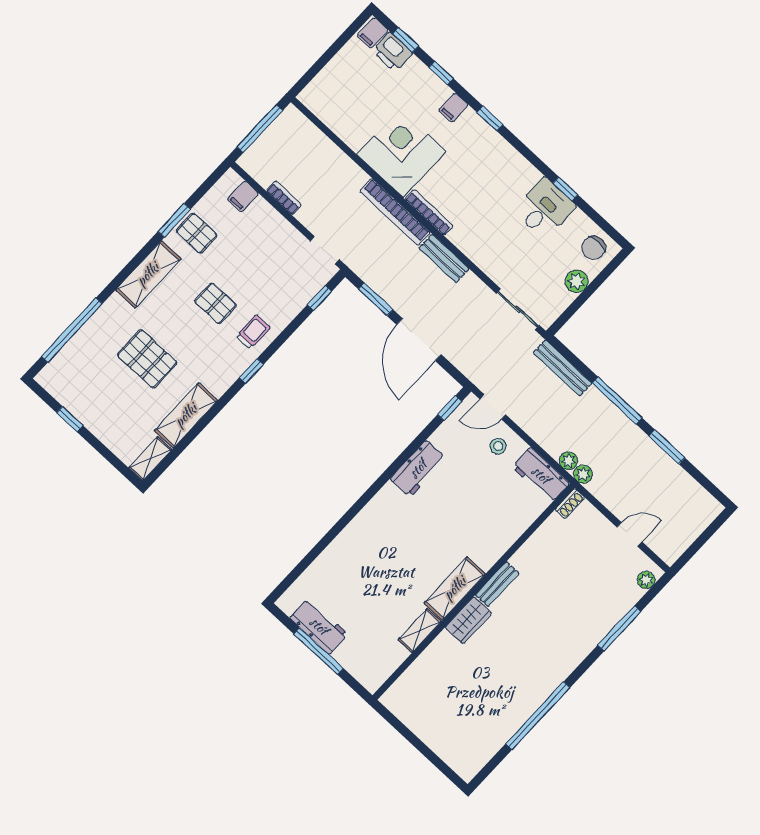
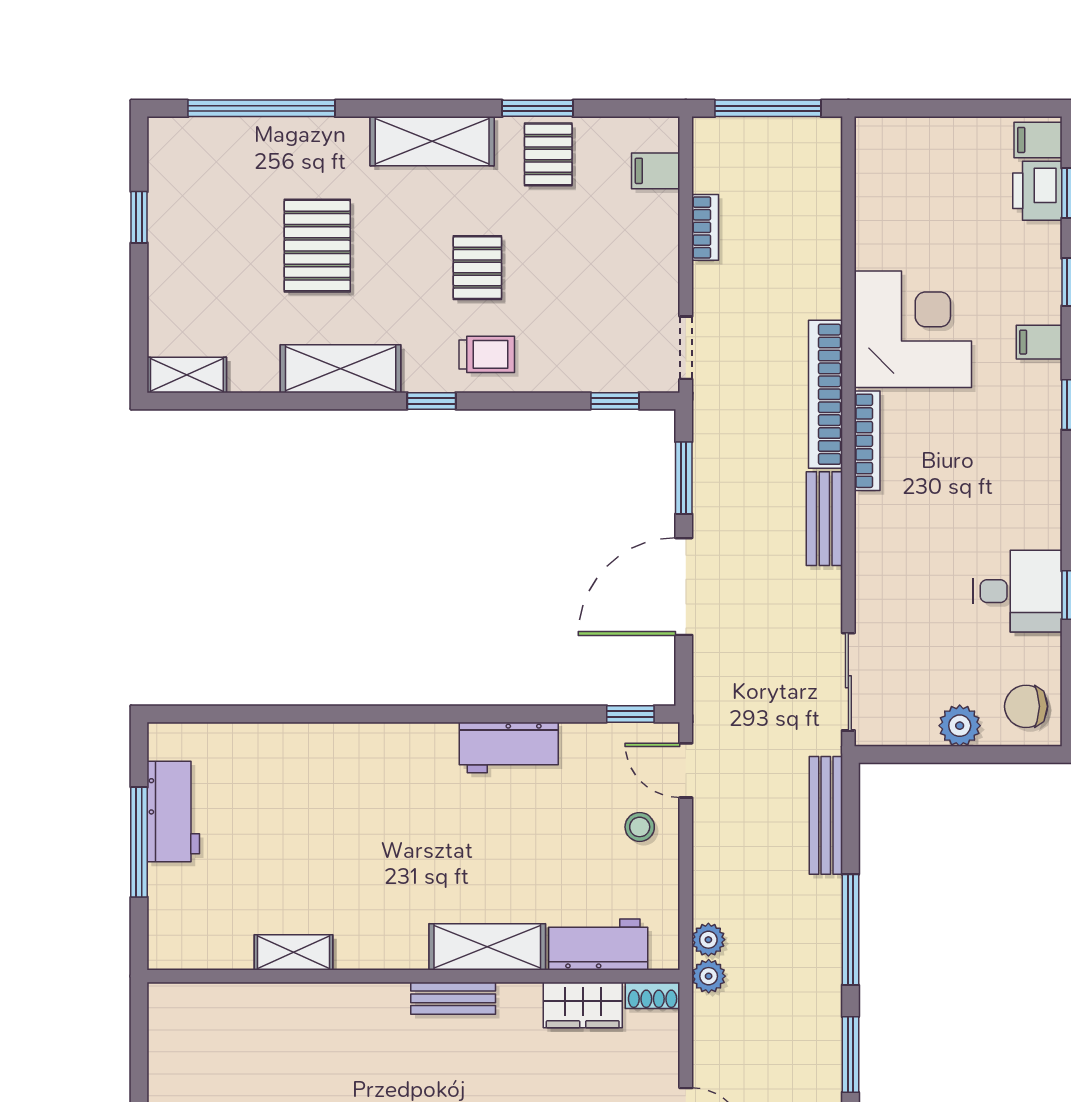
shelving: (186, 415) -> (341, 369), moved
workbench: (541, 475) -> (598, 944), moved, turned 90
shelving: (455, 588) -> (487, 947), moved
wardrobe: (468, 620) -> (583, 1005), moved

